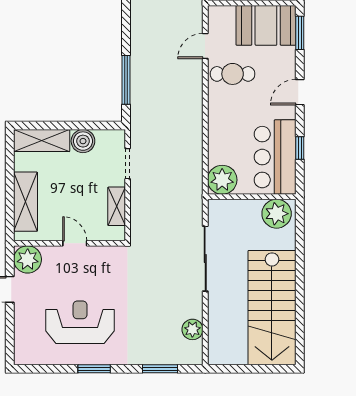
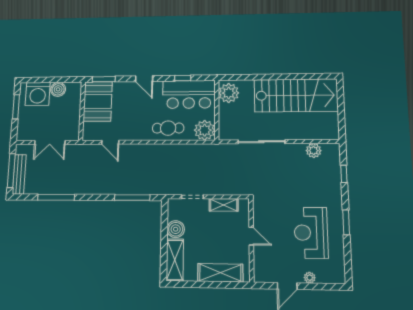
cafe table: (233, 74) -> (168, 128), moved, turned 90
door: (75, 243) -> (251, 236), swing flipped
plant: (28, 259) -> (310, 278), moved, width x0.53, depth x0.53
window: (160, 369) -> (344, 174), width x0.67

